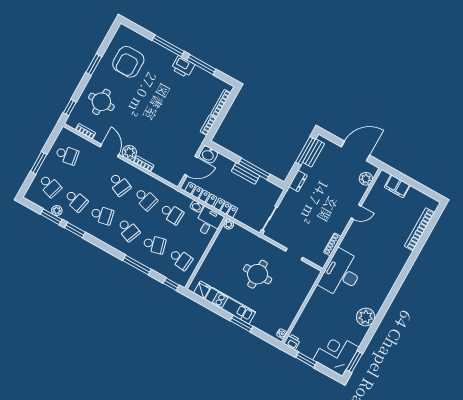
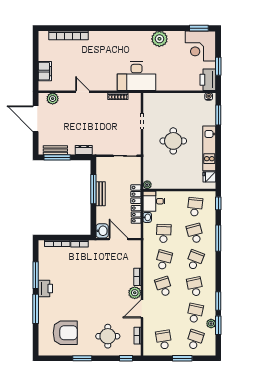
school desk: (119, 184) -> (164, 287), turned -42
locker: (201, 194) -> (136, 214), width x0.66
window: (241, 324) -> (218, 115), moved
printer: (292, 342) -> (208, 80), width x1.87, depth x1.48

